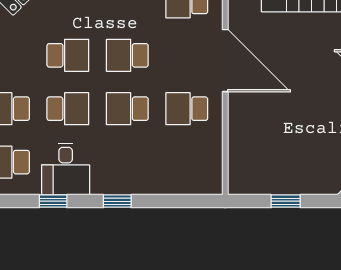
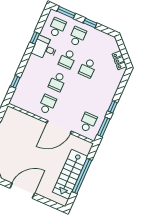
school desk: (127, 55) -> (78, 91), removed
school desk: (127, 109) -> (57, 82), turned 180
window: (117, 201) -> (15, 82), moved

